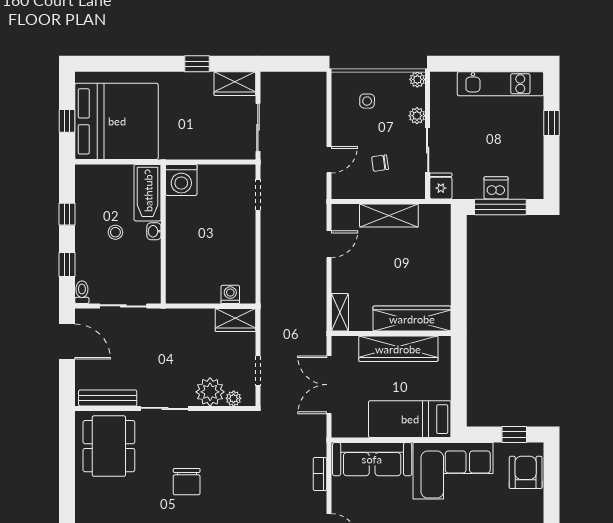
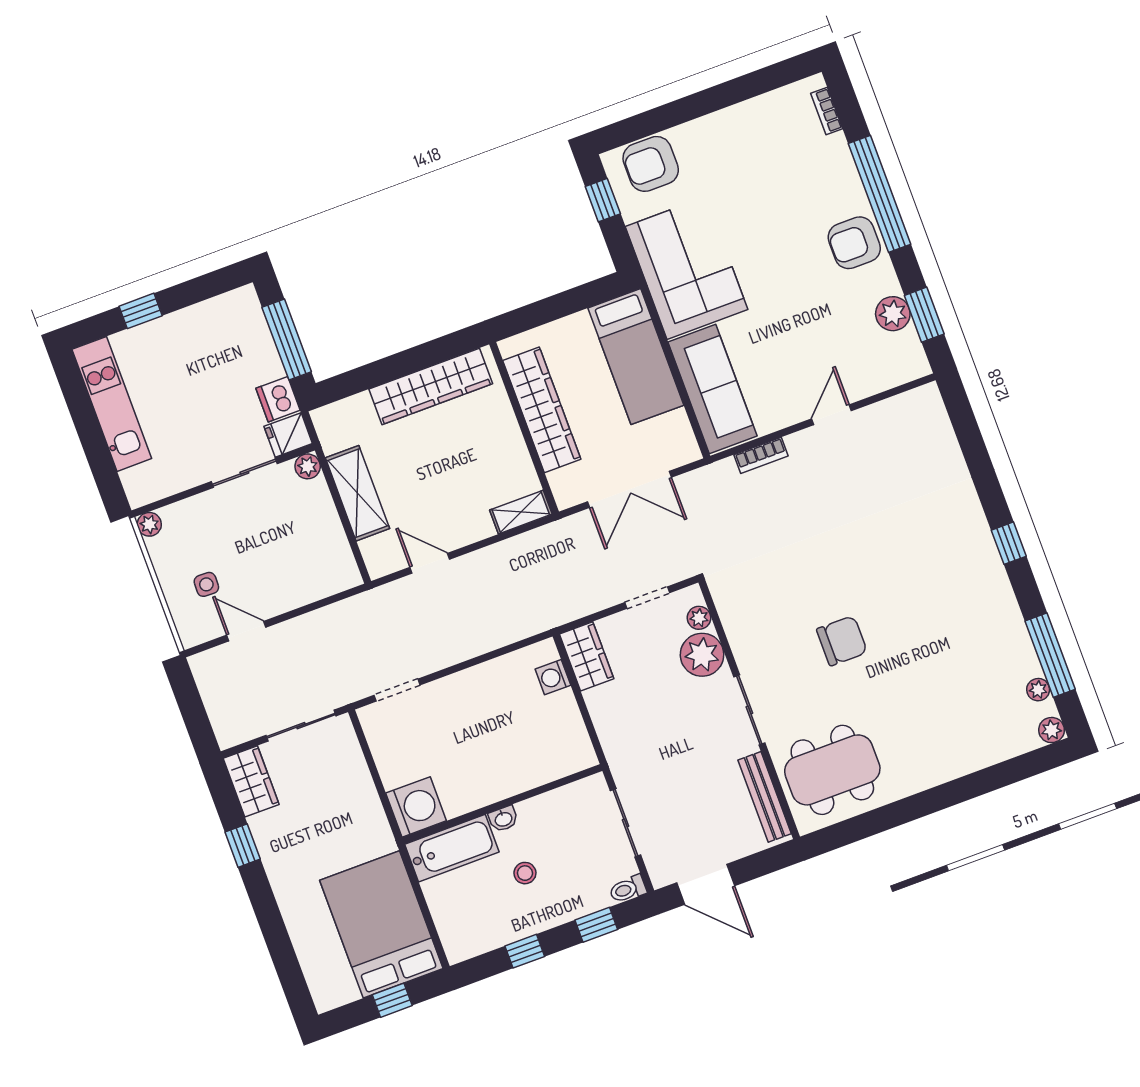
plant: (417, 116) -> (308, 466), moved
bed: (117, 121) -> (381, 924), width x0.73
door: (329, 160) -> (246, 631), moved
chair: (380, 163) -> (288, 533), removed
dishwasher: (496, 188) -> (278, 399), moved
wardrobe: (412, 319) -> (431, 386), moved, turned -90
door: (67, 341) -> (706, 884), swing flipped

